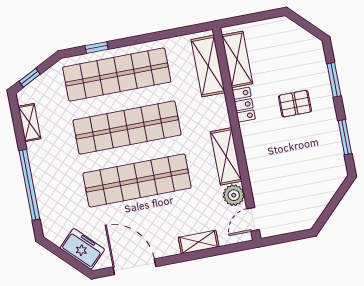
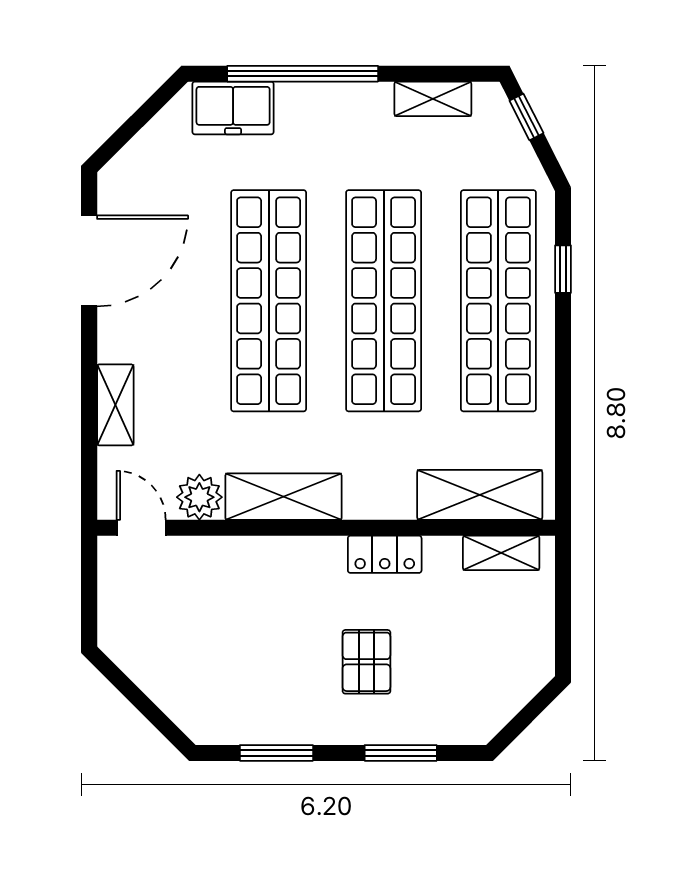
shelving: (237, 59) -> (501, 553), width x0.67, depth x0.75
freezer: (82, 249) -> (233, 108), moved, turned 45

